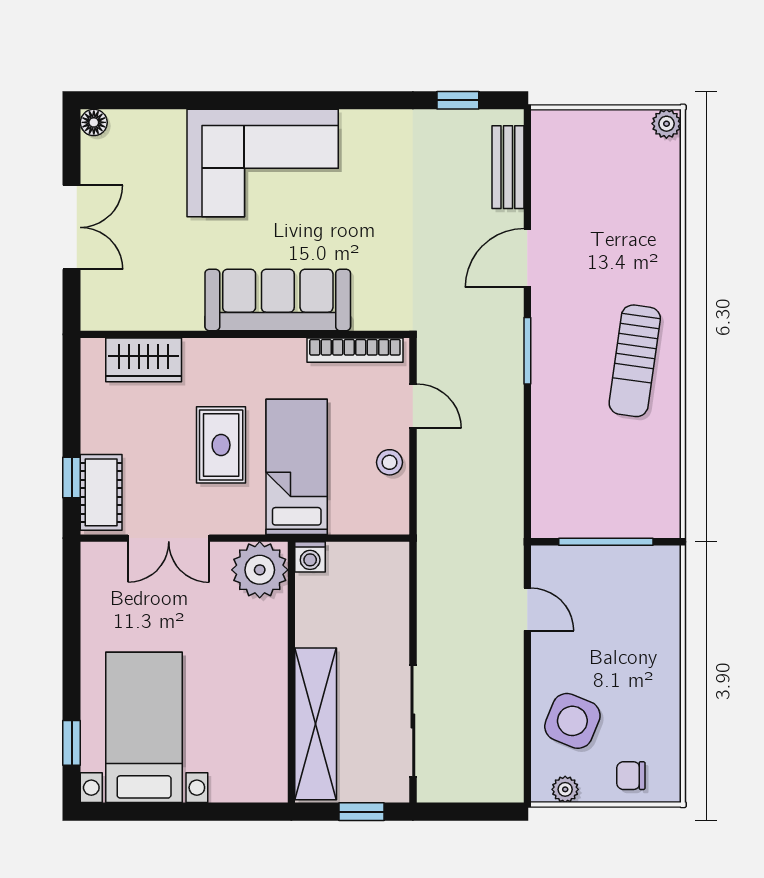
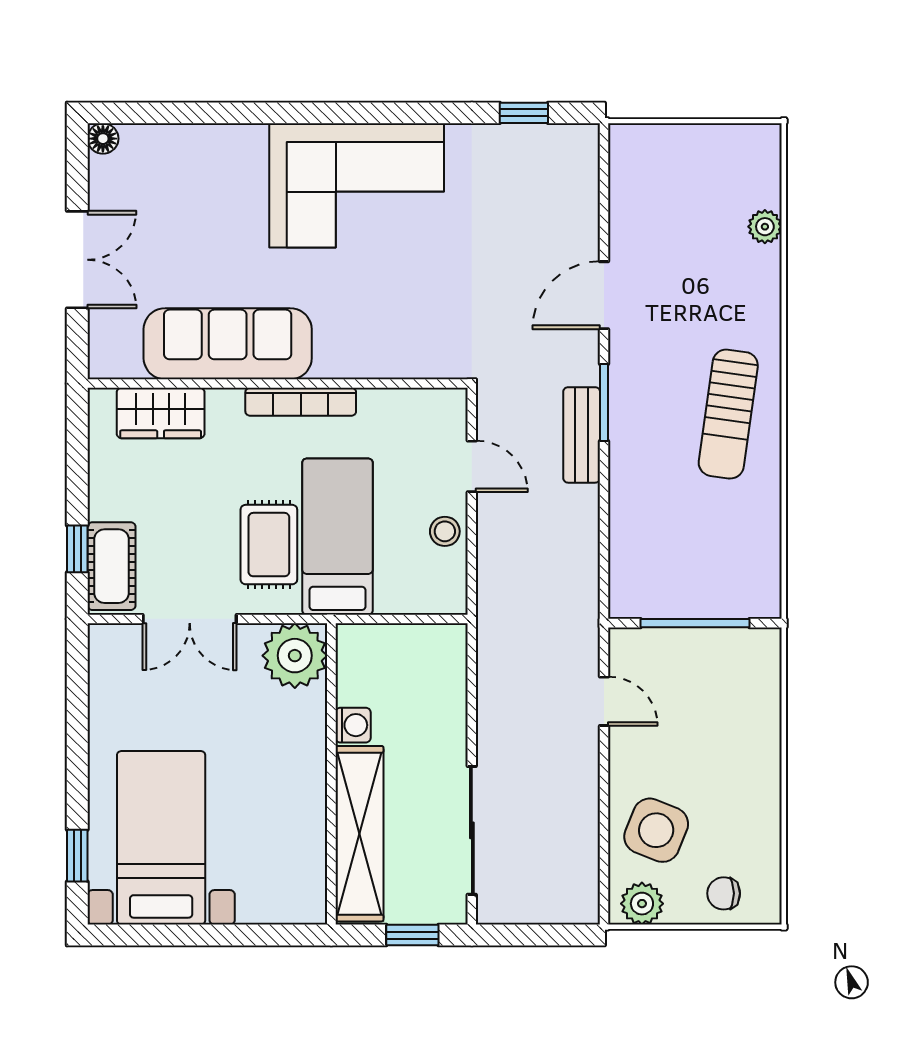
plant: (666, 124) -> (765, 227), moved
corner sofa: (263, 163) -> (357, 185), moved
bench: (508, 167) -> (582, 435), moved
sofa: (278, 300) -> (228, 344), moved
bookcase: (355, 350) -> (301, 402), moved
rug: (221, 445) -> (269, 545), moved
washing machine: (310, 557) -> (353, 725), moved, turned -90
plant: (565, 789) -> (642, 904), width x1.38, depth x1.38

